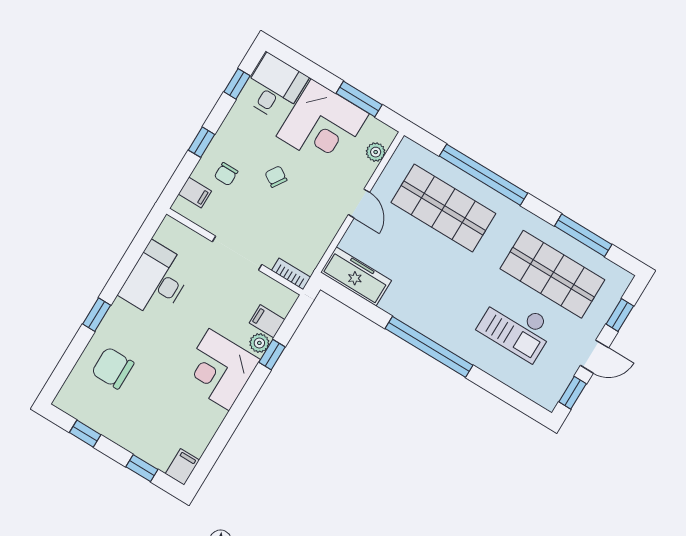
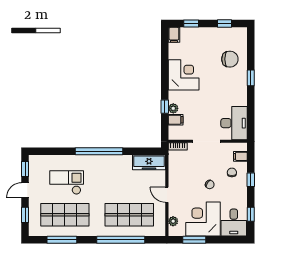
desk: (156, 280) -> (234, 123), moved
corner desk: (219, 370) -> (184, 75), moved

